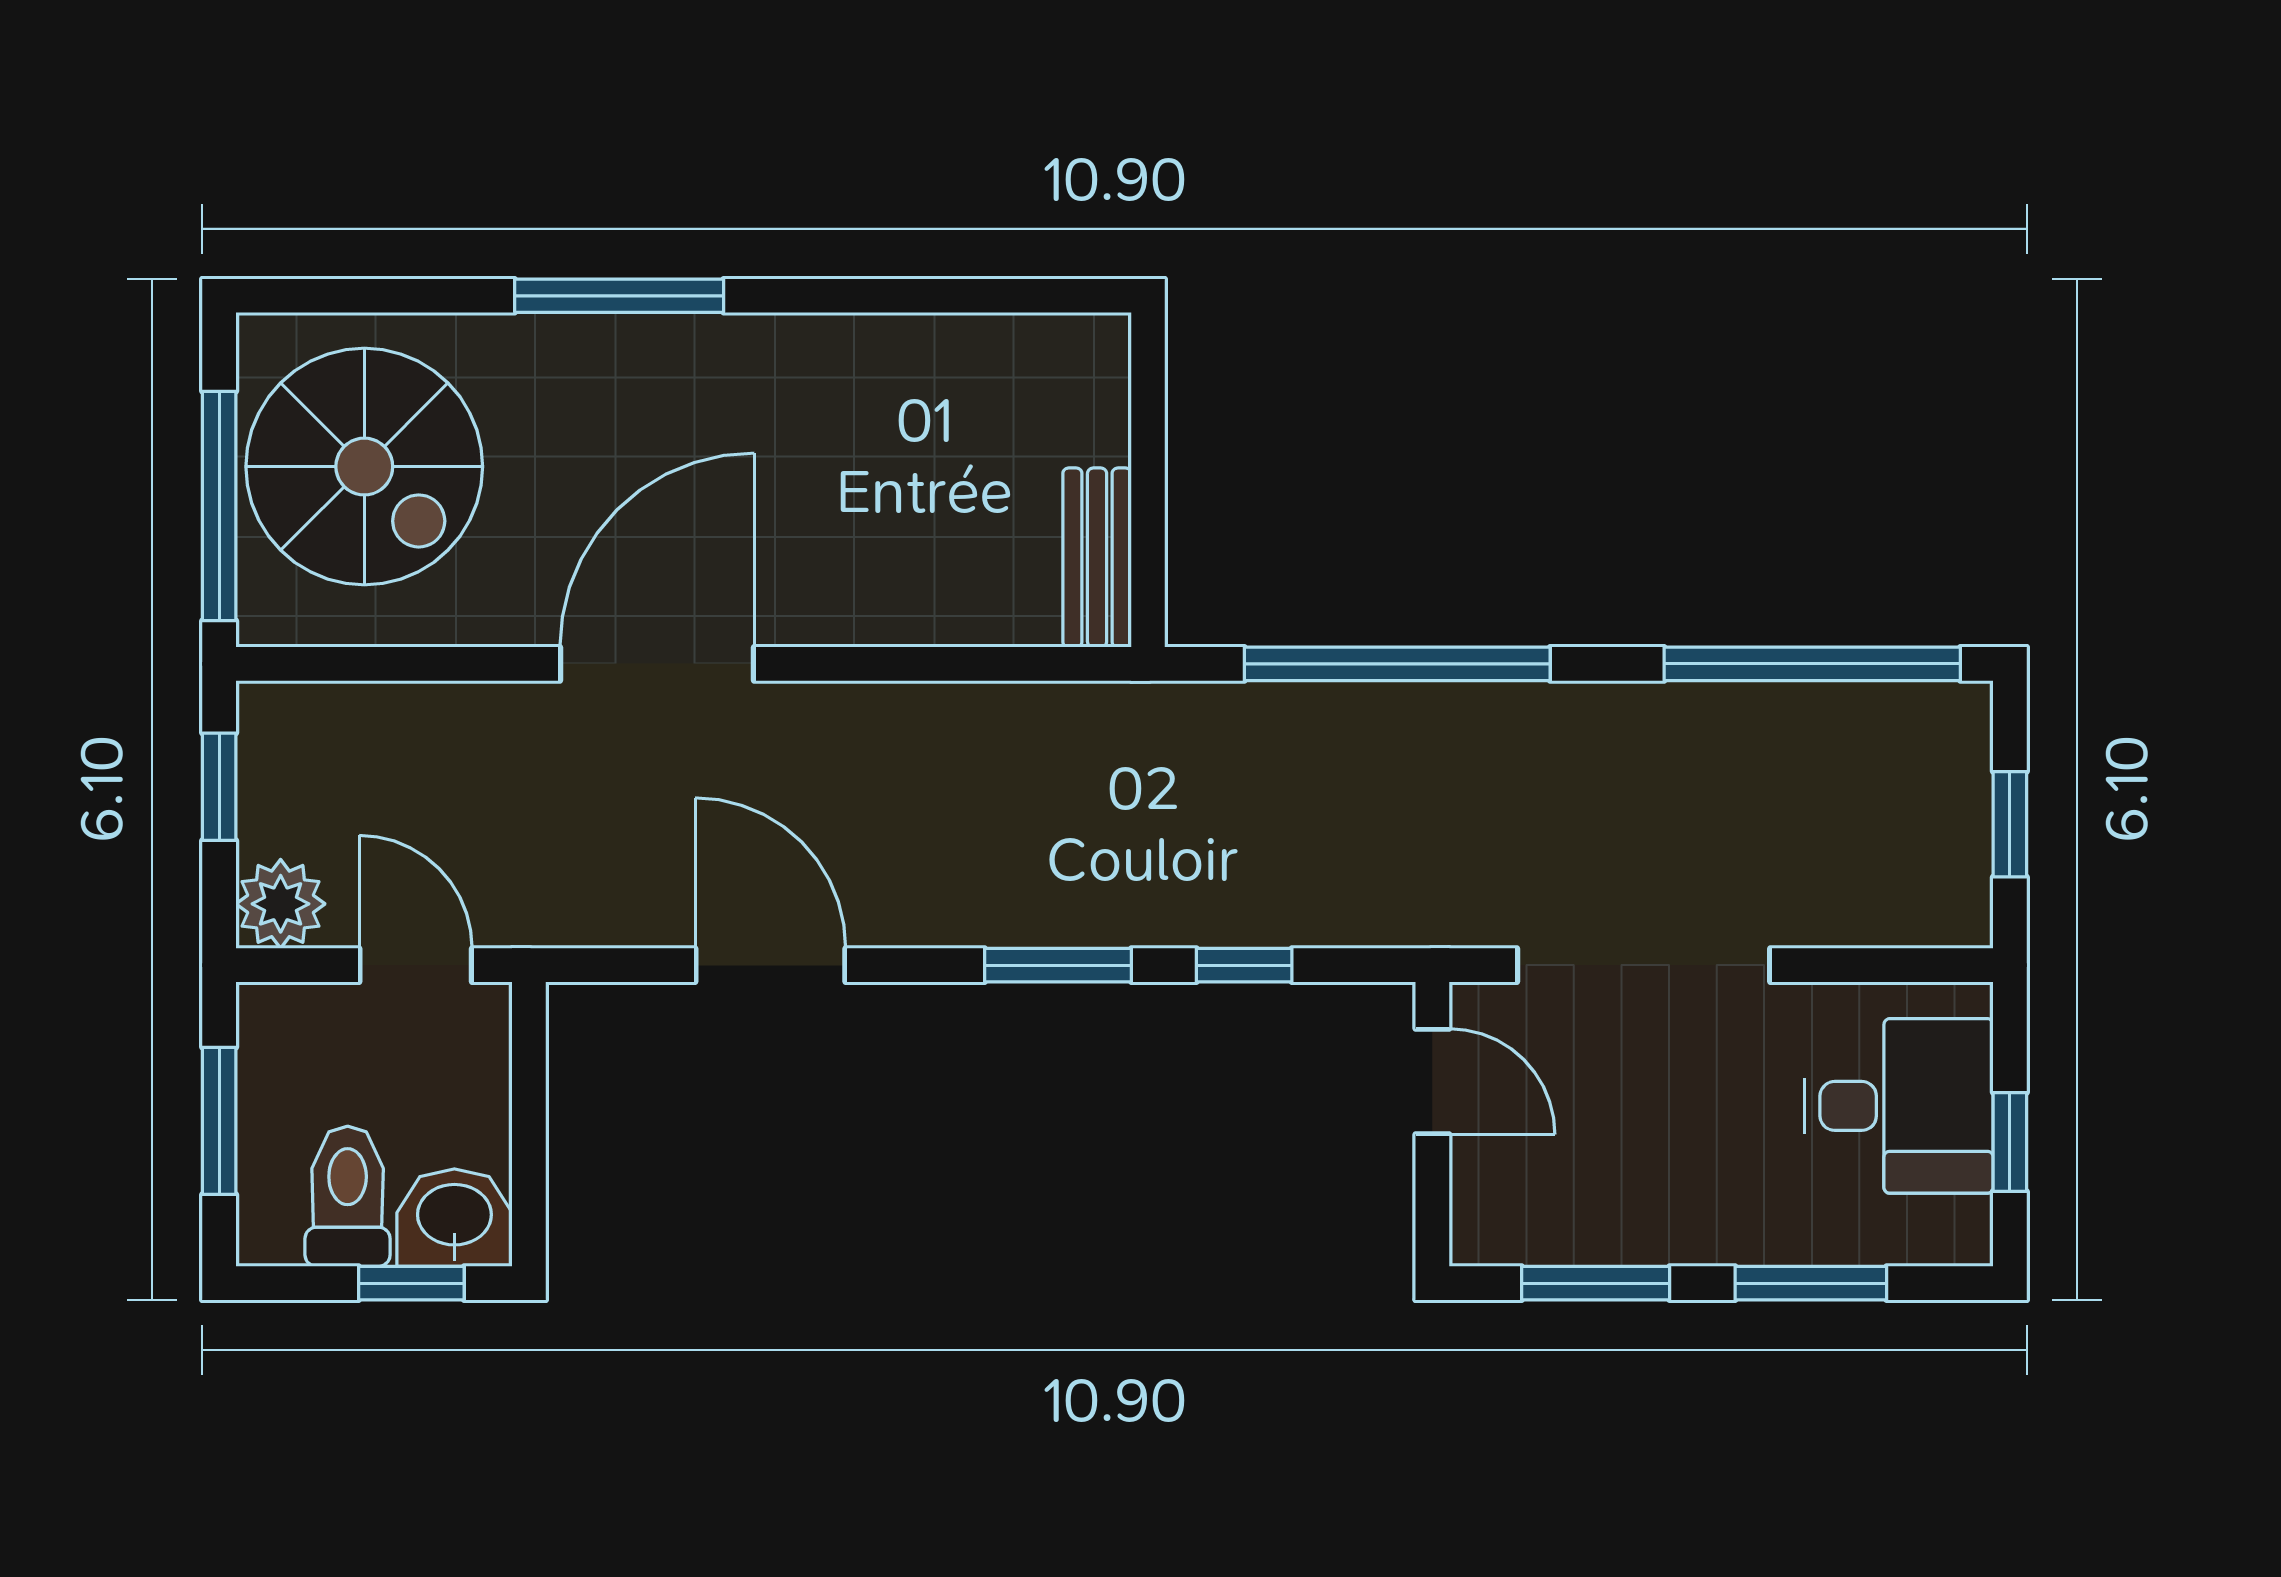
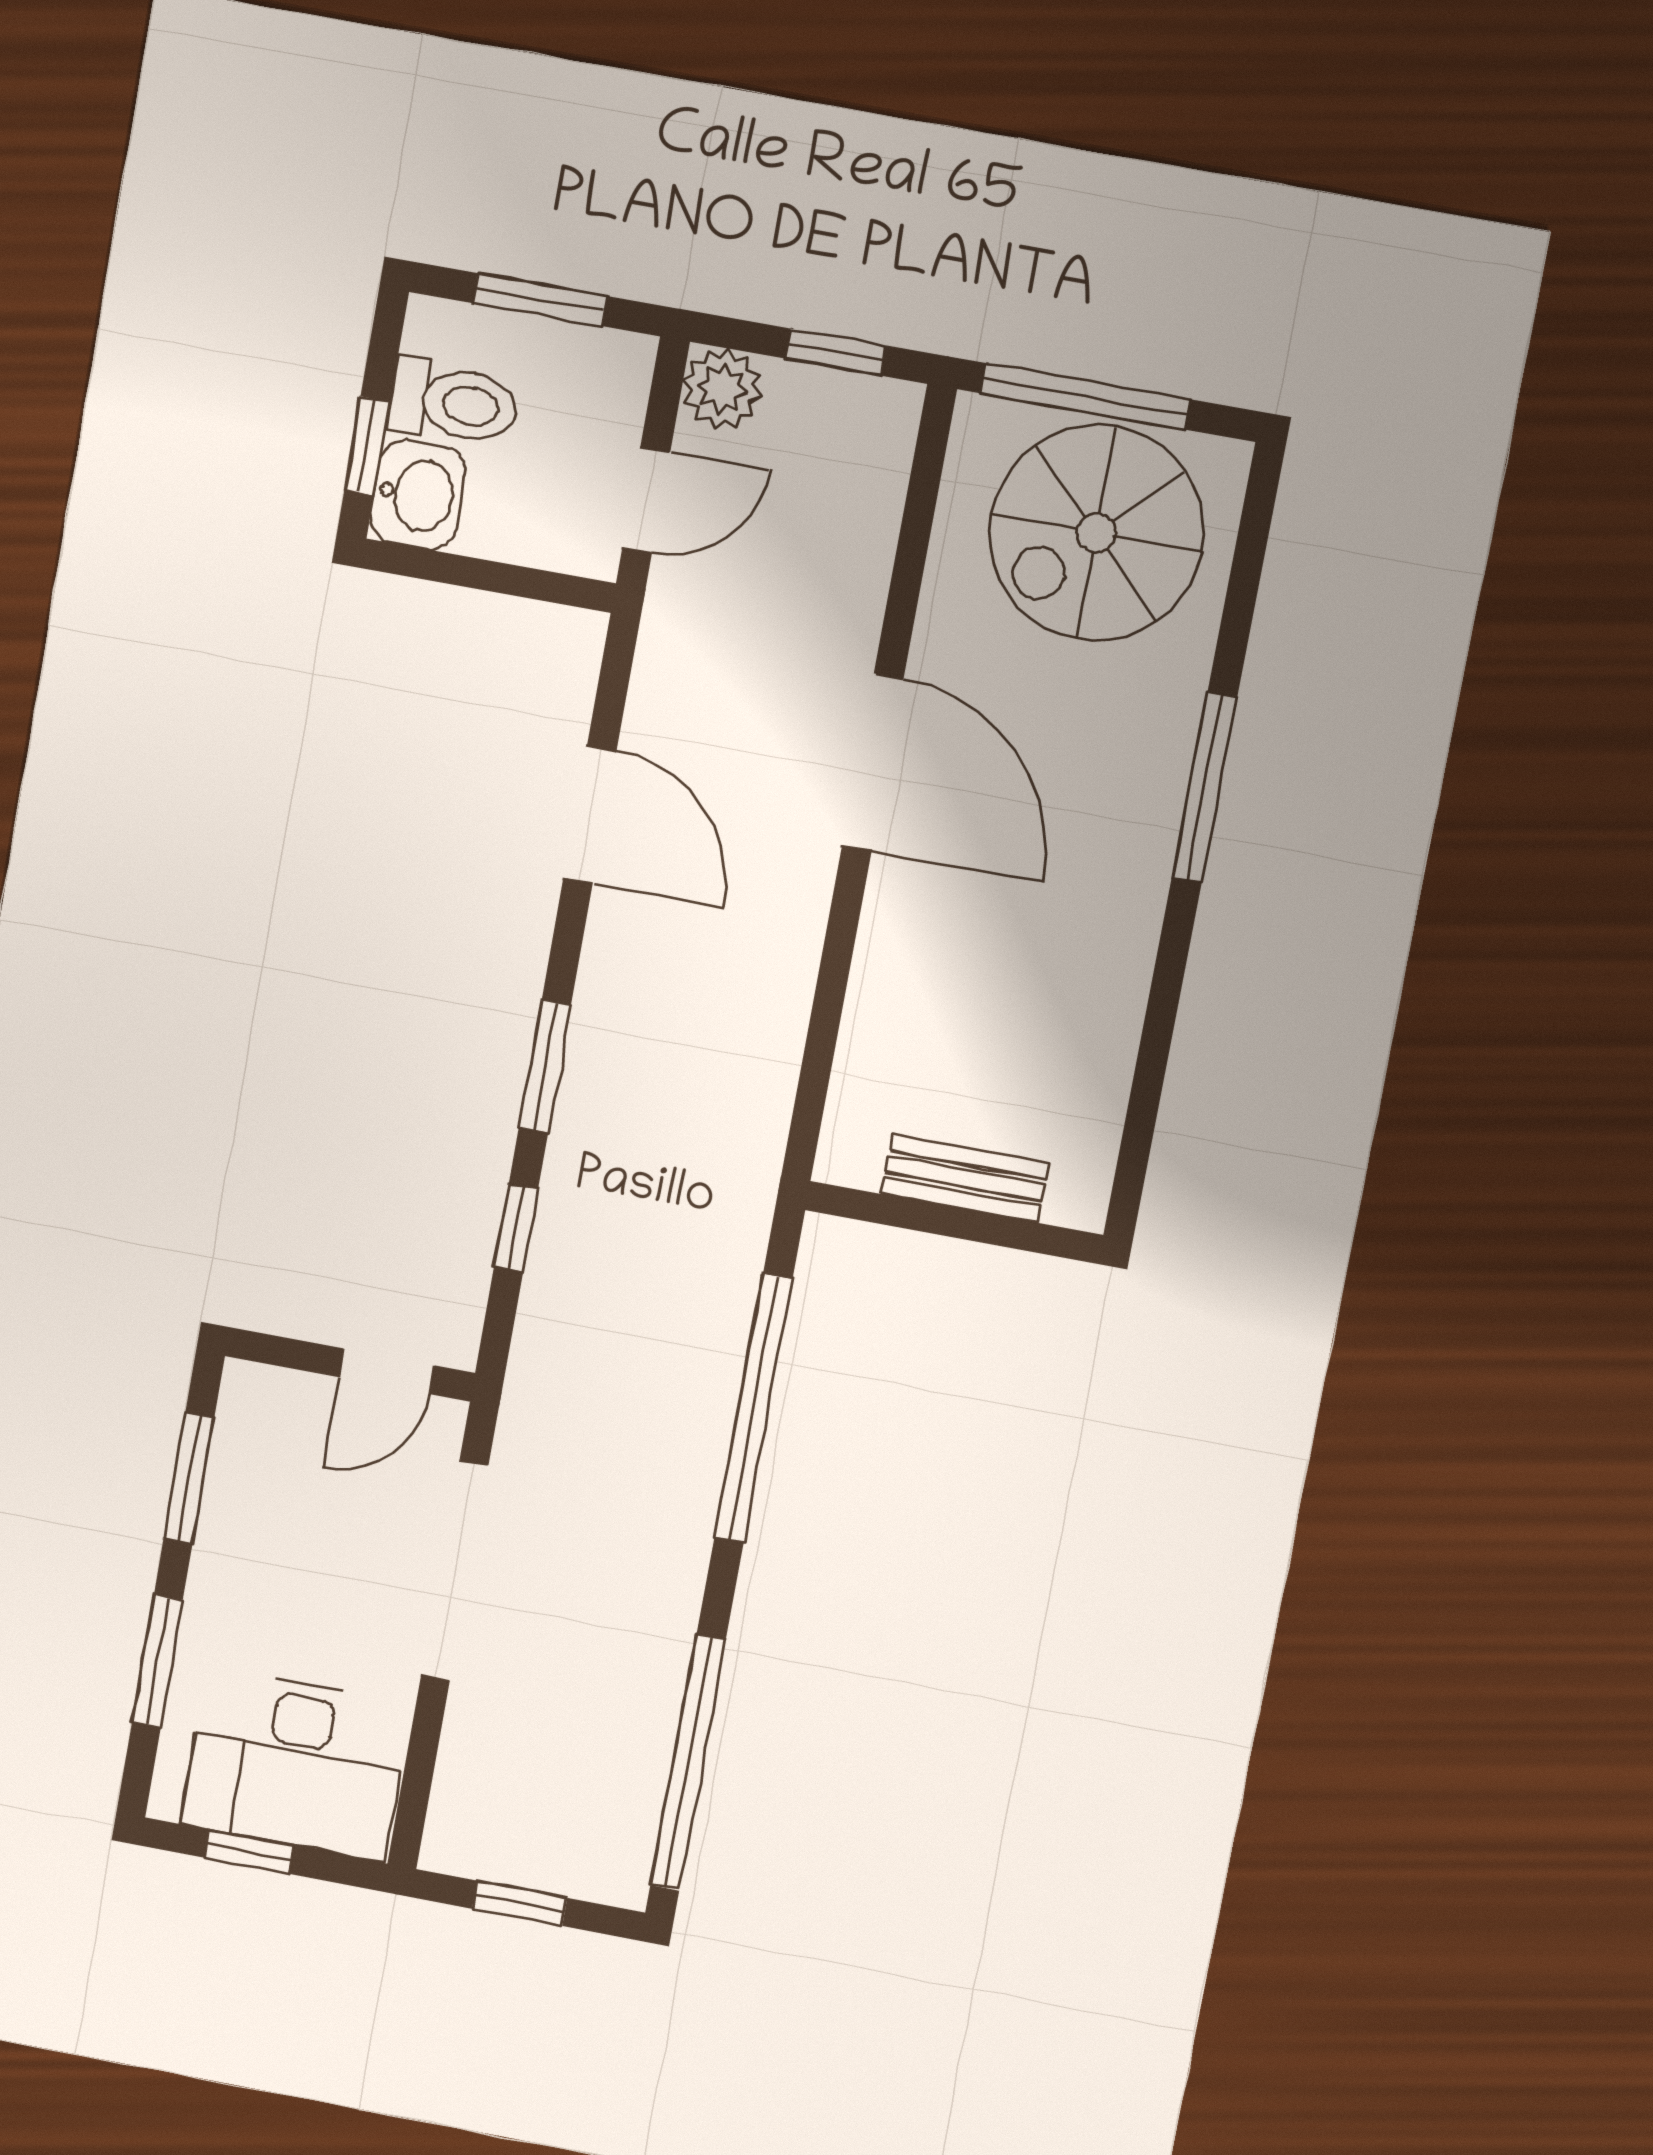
bench: (1097, 558) -> (965, 1179), moved
door: (770, 965) -> (590, 814), hinge flipped
desk: (1899, 1106) -> (296, 1764), width x1.37

